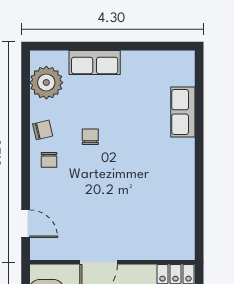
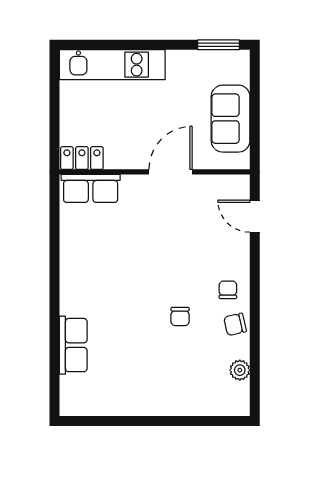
row of seats: (95, 63) -> (91, 188), moved, turned 180
plant: (46, 83) -> (240, 370), width x0.53, depth x0.53

